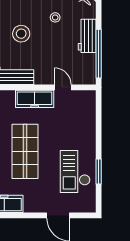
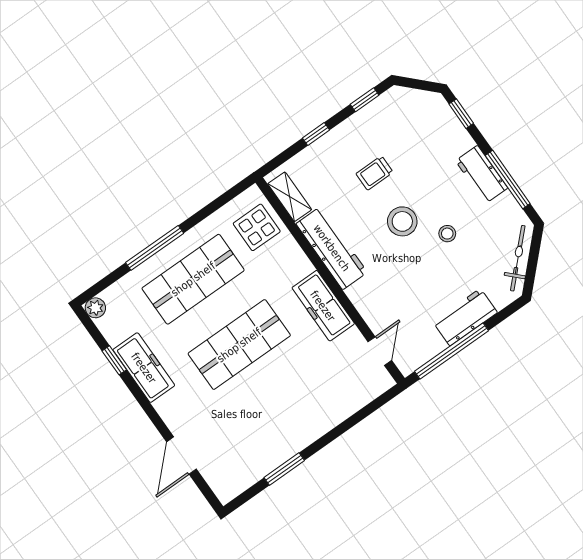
stool: (55, 17) -> (447, 234), moved
door: (63, 87) -> (380, 351), moved
checkout: (75, 171) -> (261, 436), removed

